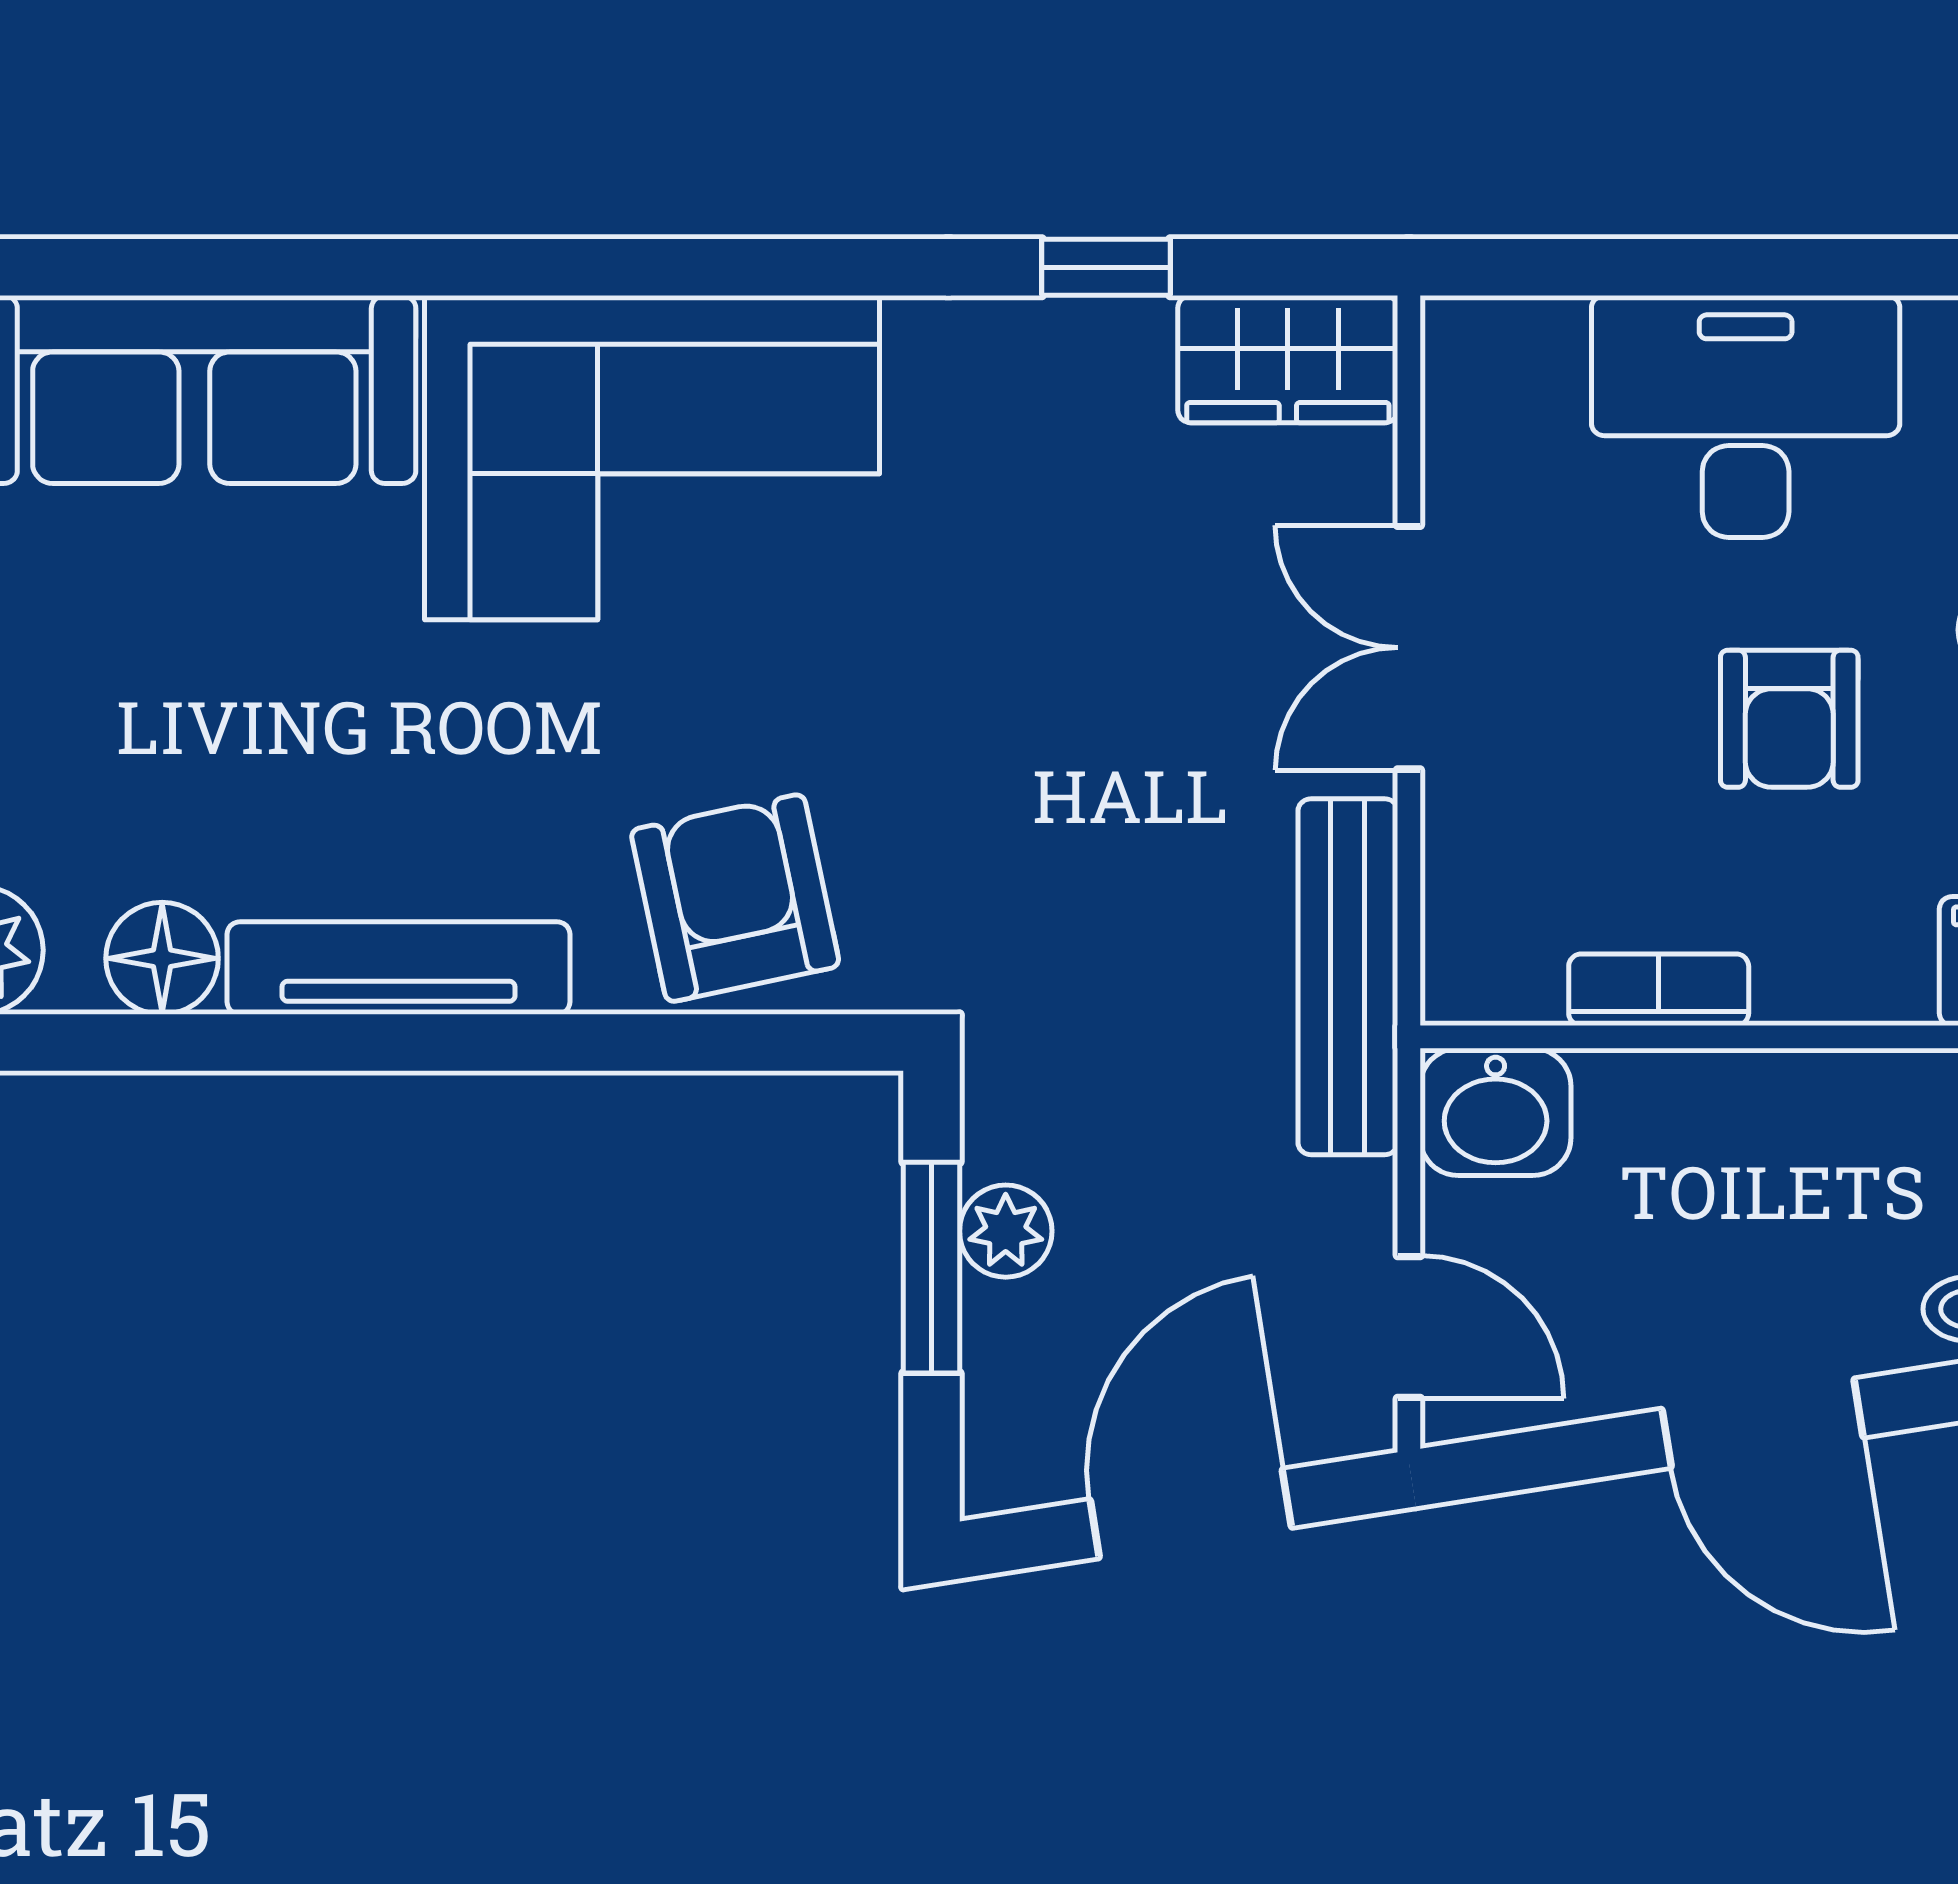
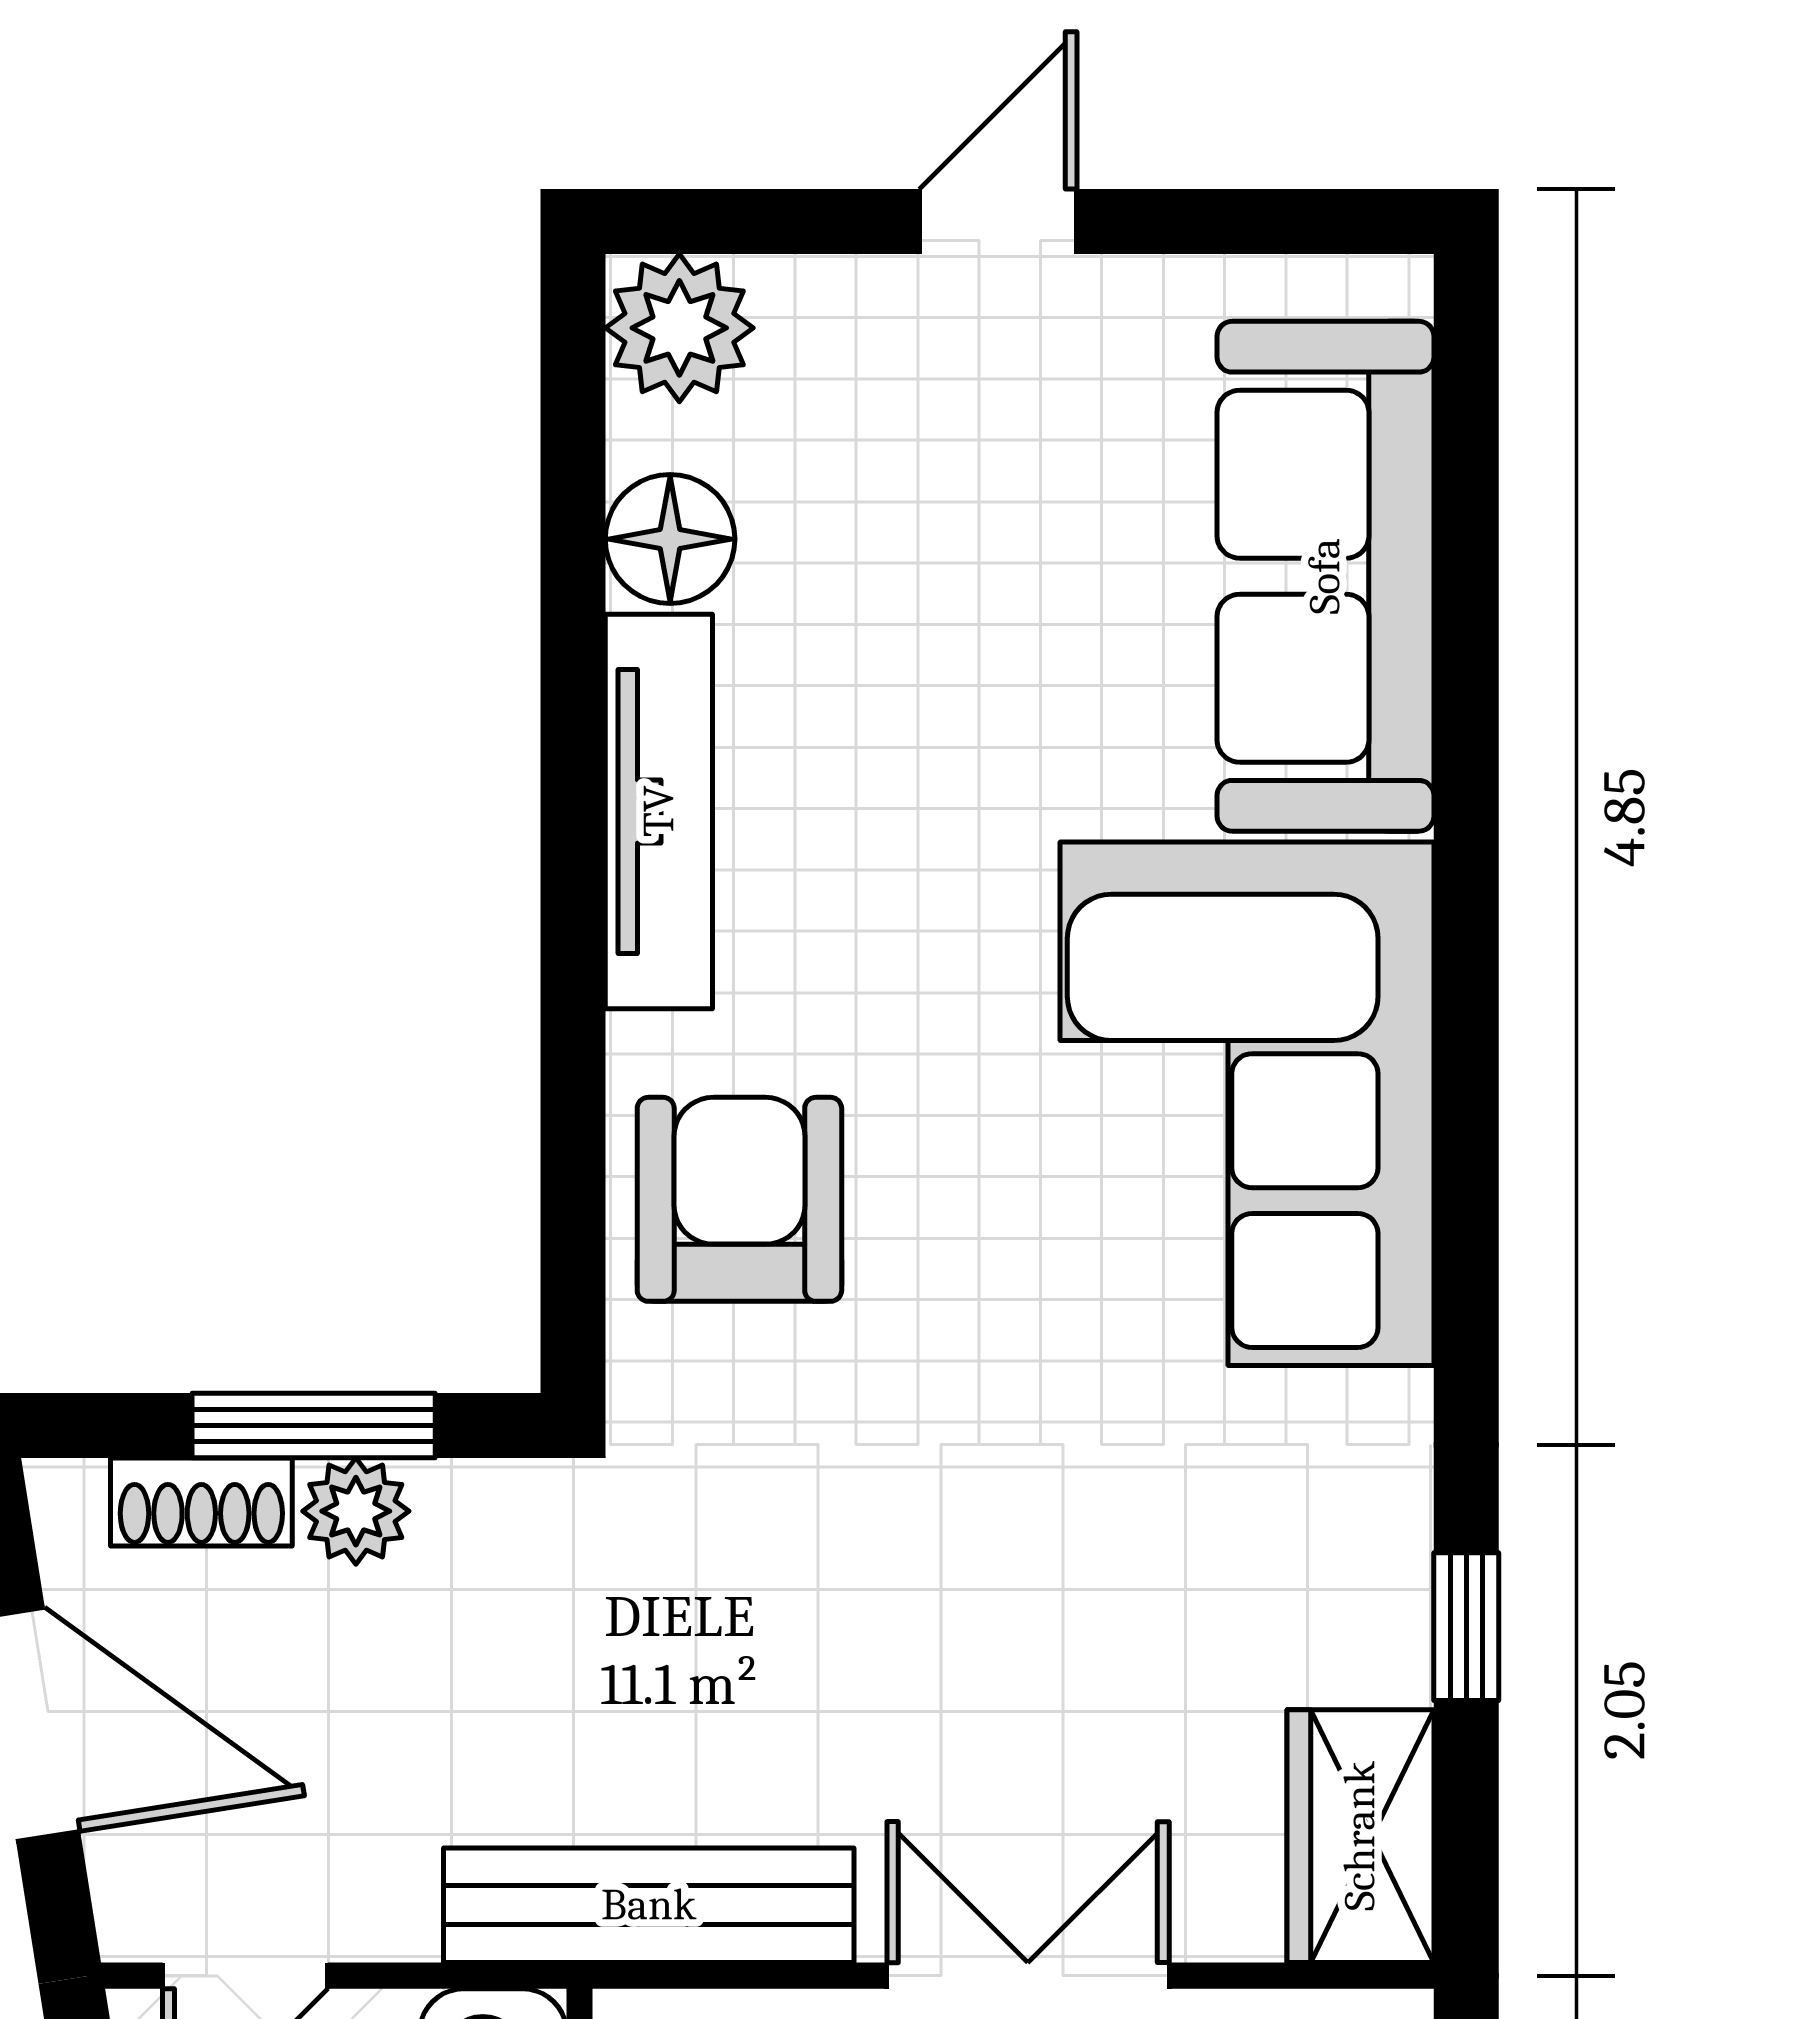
armchair: (735, 898) -> (739, 1199), turned -78
shoe rack: (998, 1365) -> (201, 1502), added

